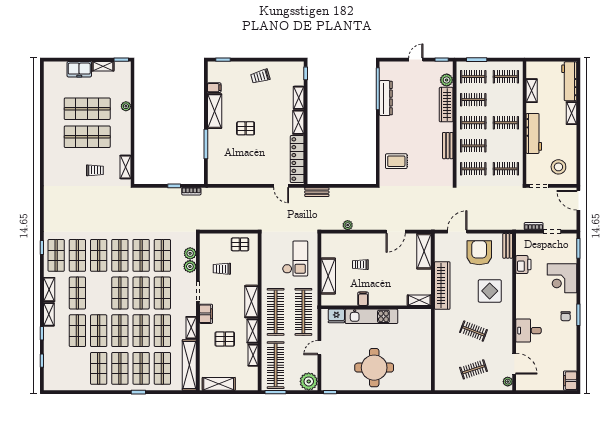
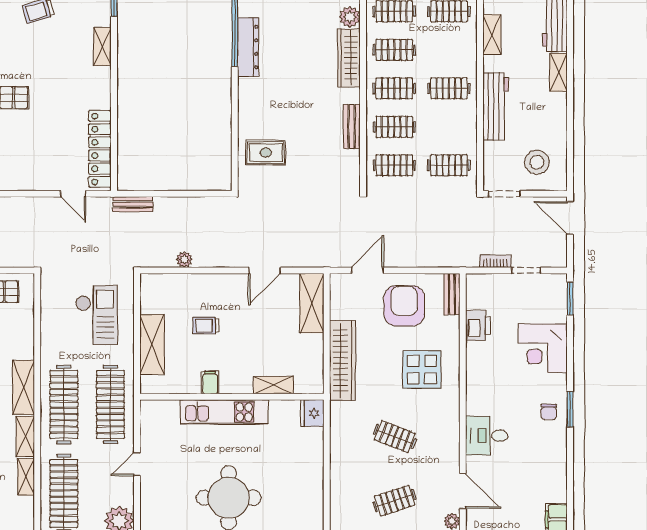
shelving: (298, 122) -> (102, 88), removed
shelving: (419, 300) -> (273, 385), moved
fridge: (336, 316) -> (312, 413), moved, turned 90

